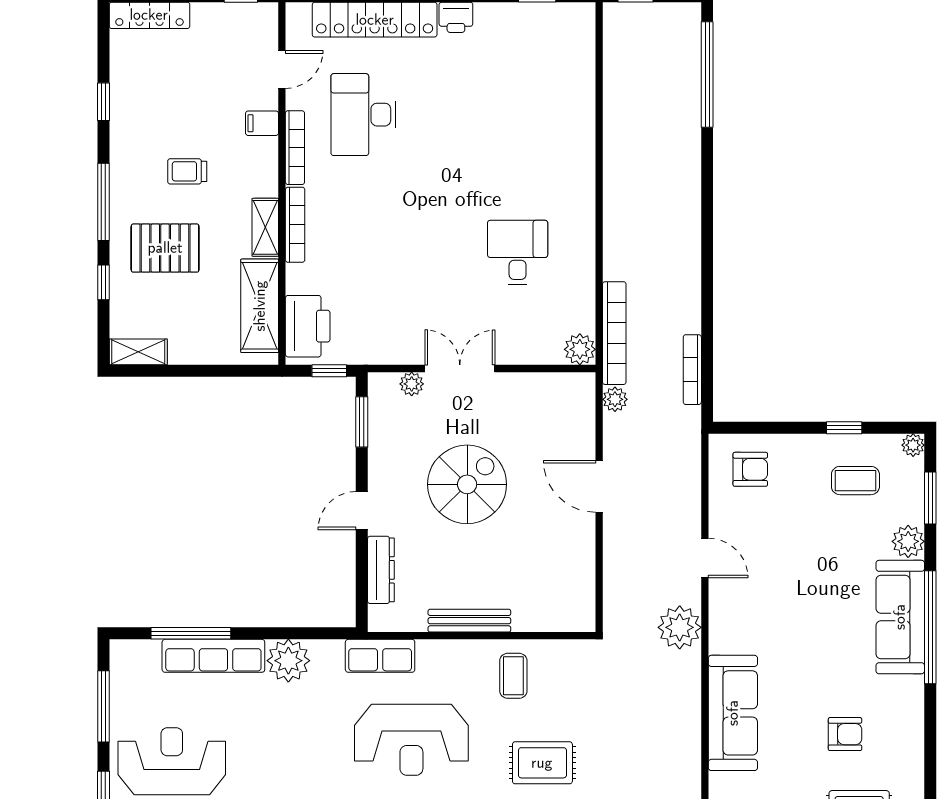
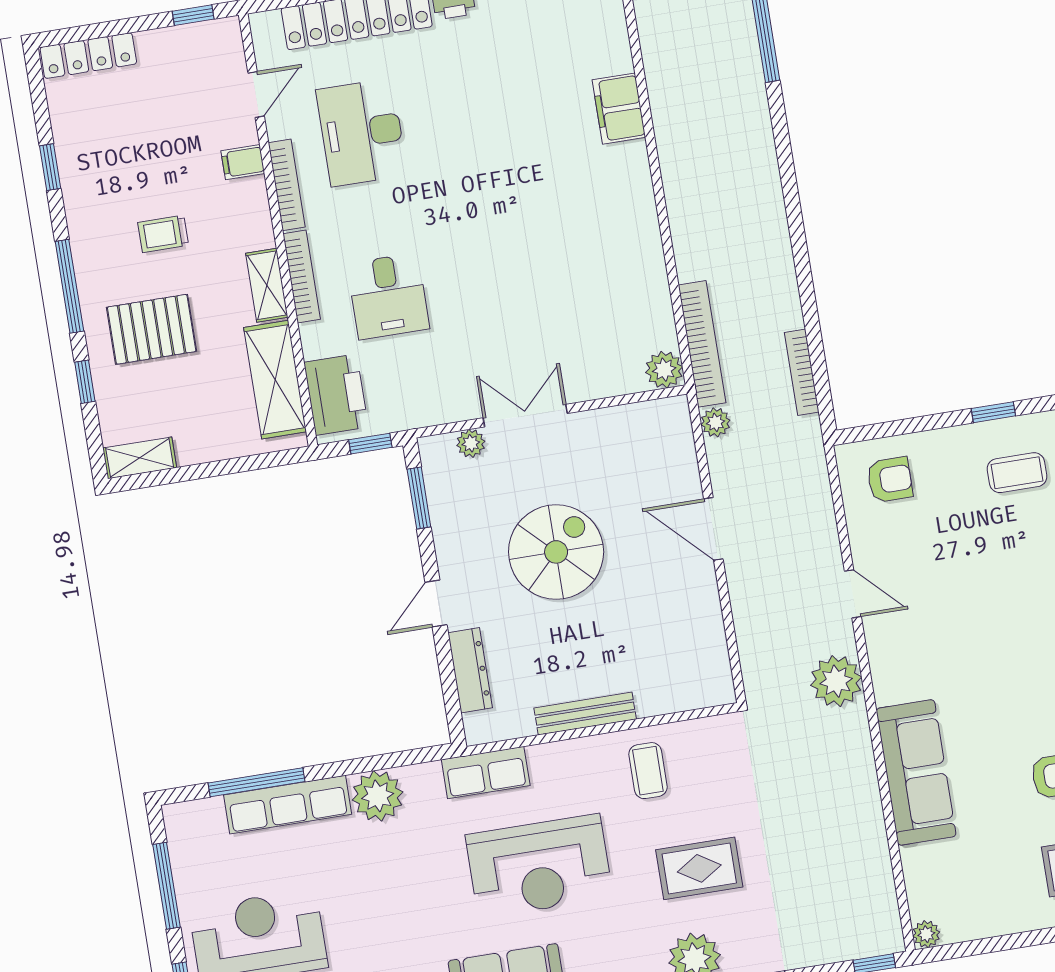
filing cabinet: (577, 129) -> (619, 109), added
desk: (518, 252) -> (388, 296), moved, turned 180

